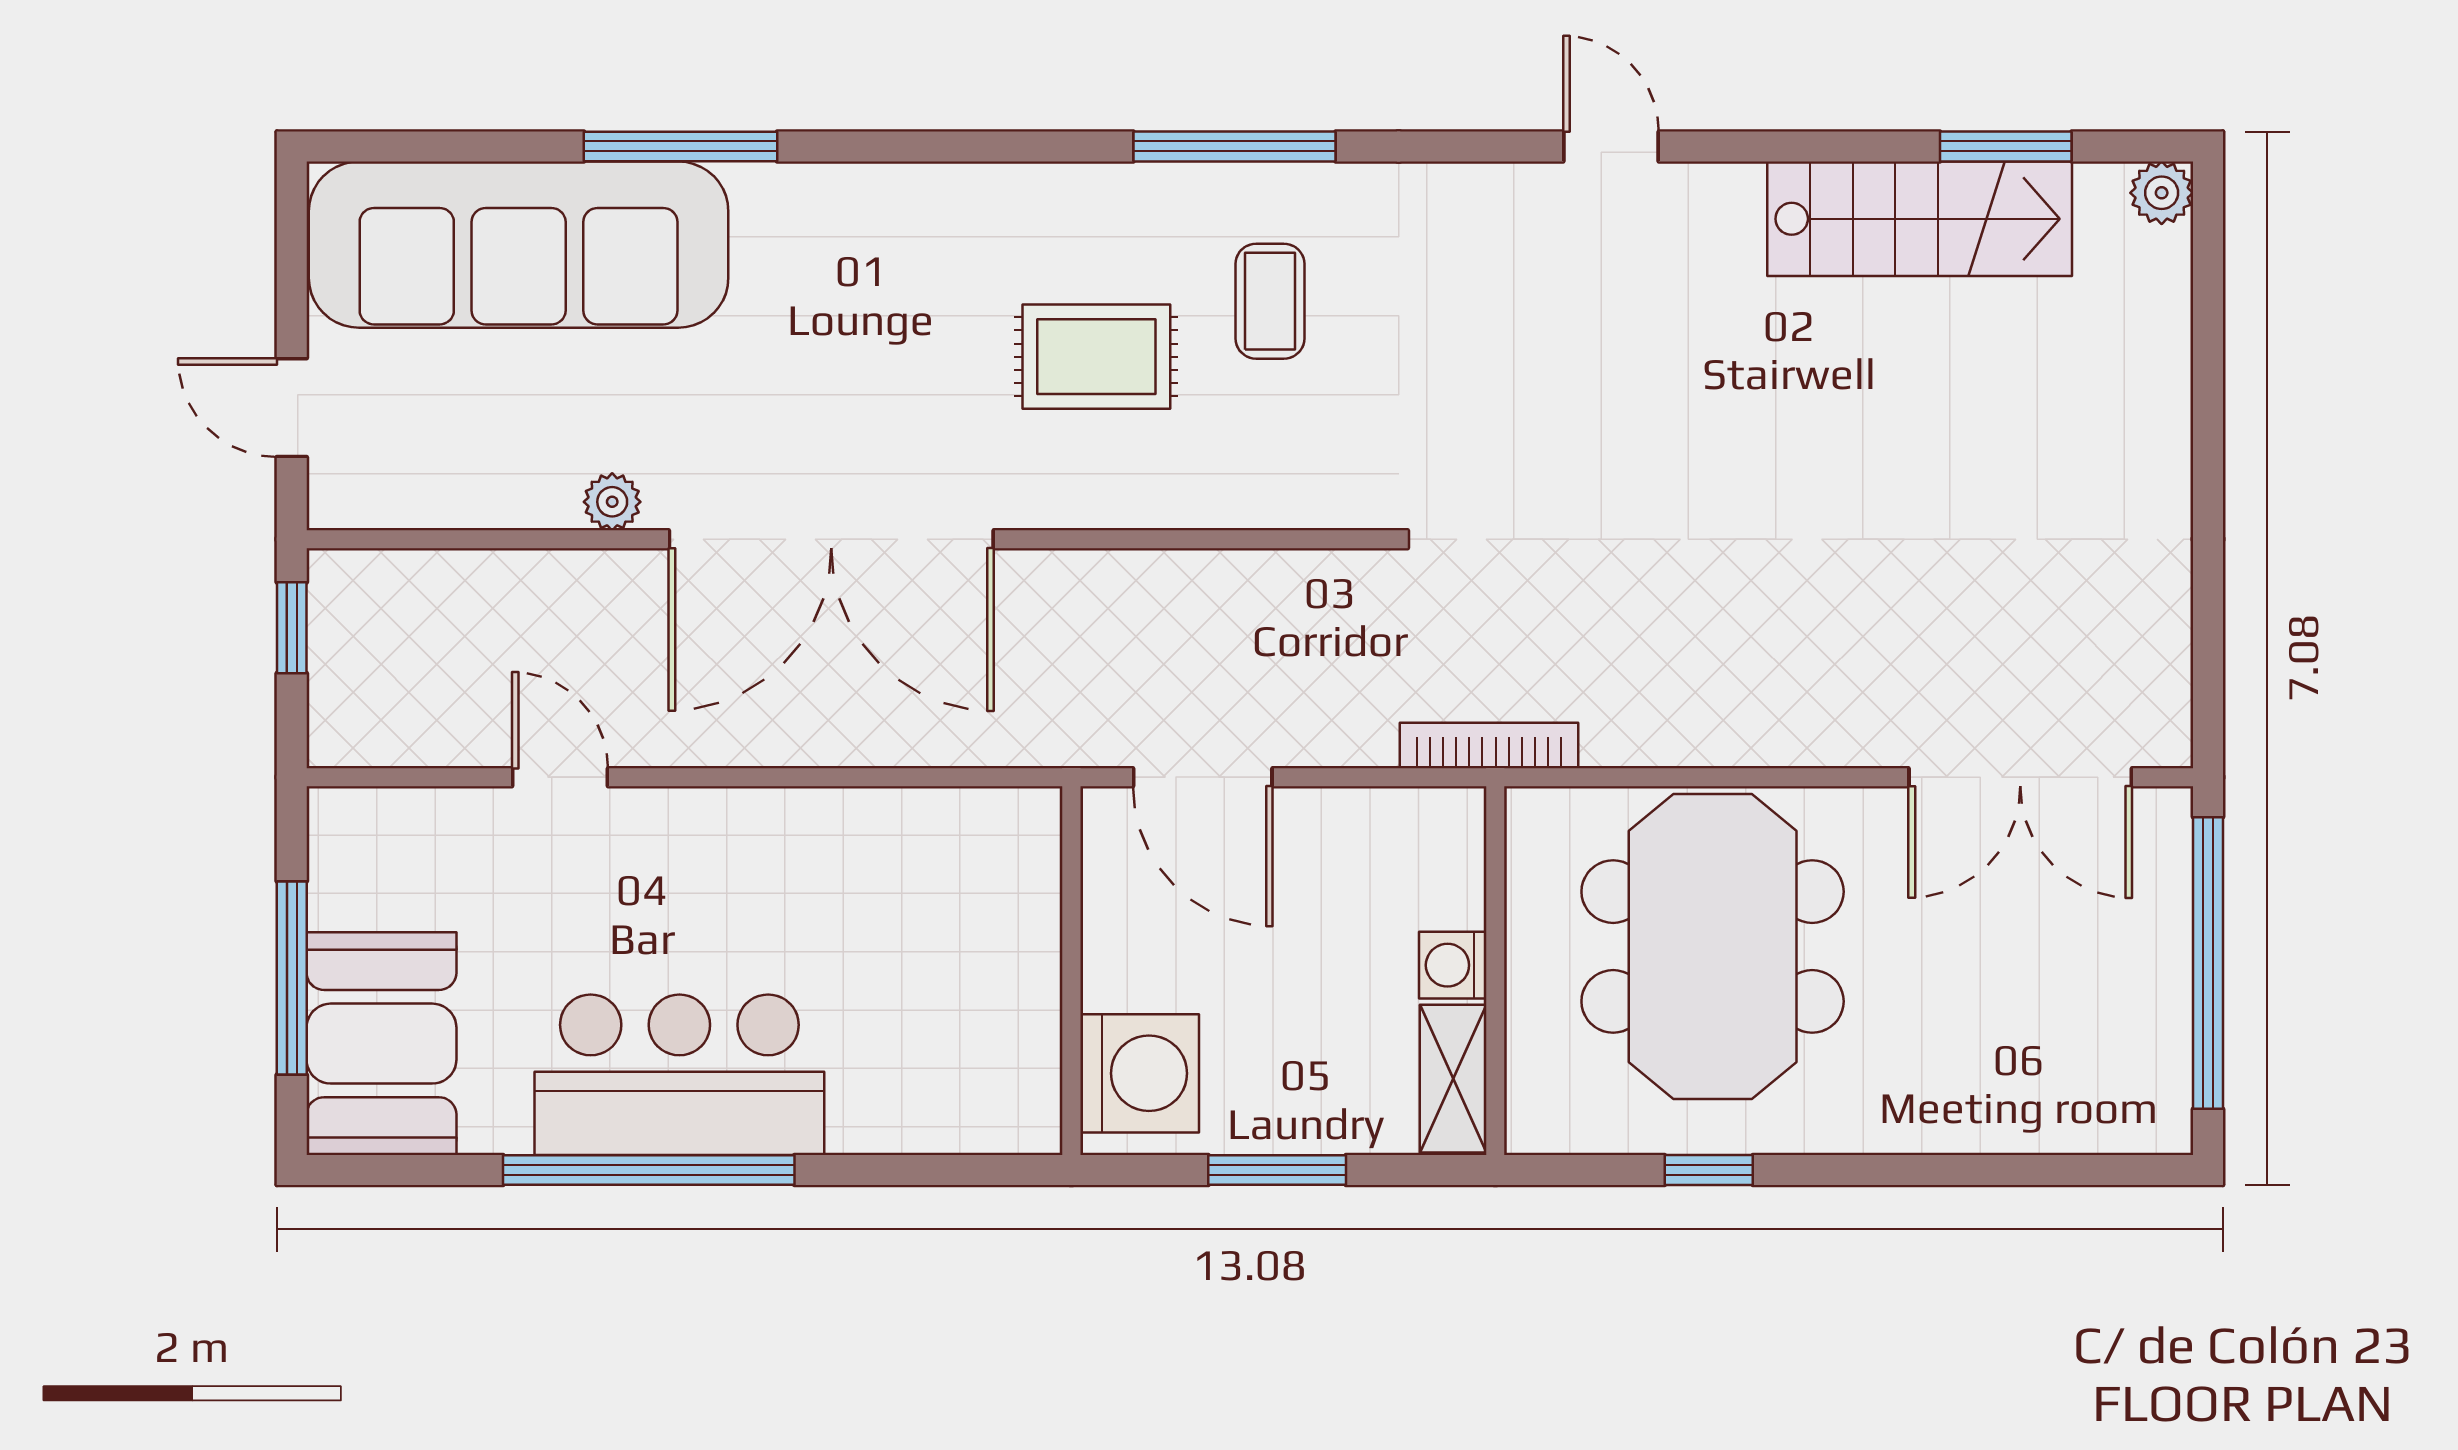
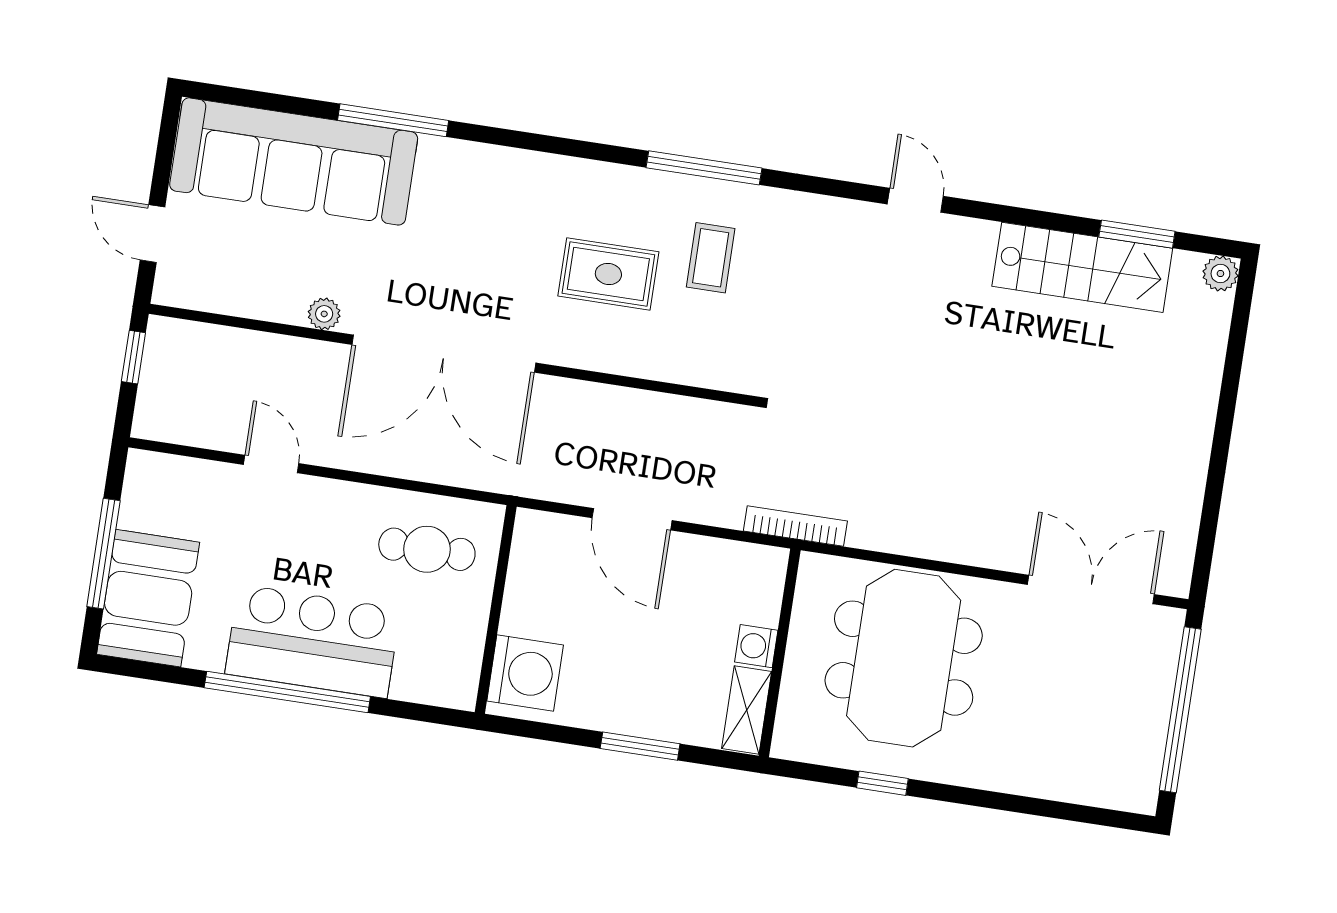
double door: (2020, 777) -> (1091, 589), swing flipped
cafe table: (854, 884) -> (427, 549), added
wall: (1071, 971) -> (496, 609), moved
washing machine: (1140, 1073) -> (525, 673), moved

